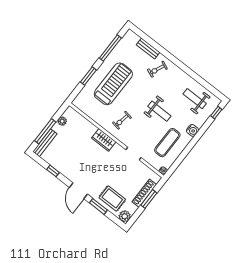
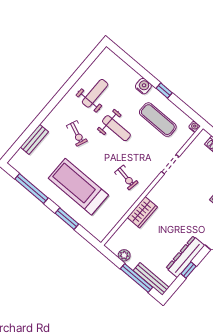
exercise bike: (157, 69) -> (77, 133), moved
weight bench: (195, 99) -> (95, 93), moved, turned 180
weight bench: (159, 111) -> (116, 128), turned 90
window: (216, 113) -> (164, 90), moved
wardrobe: (104, 140) -> (142, 212), moved
dresser: (63, 168) -> (185, 257), added

